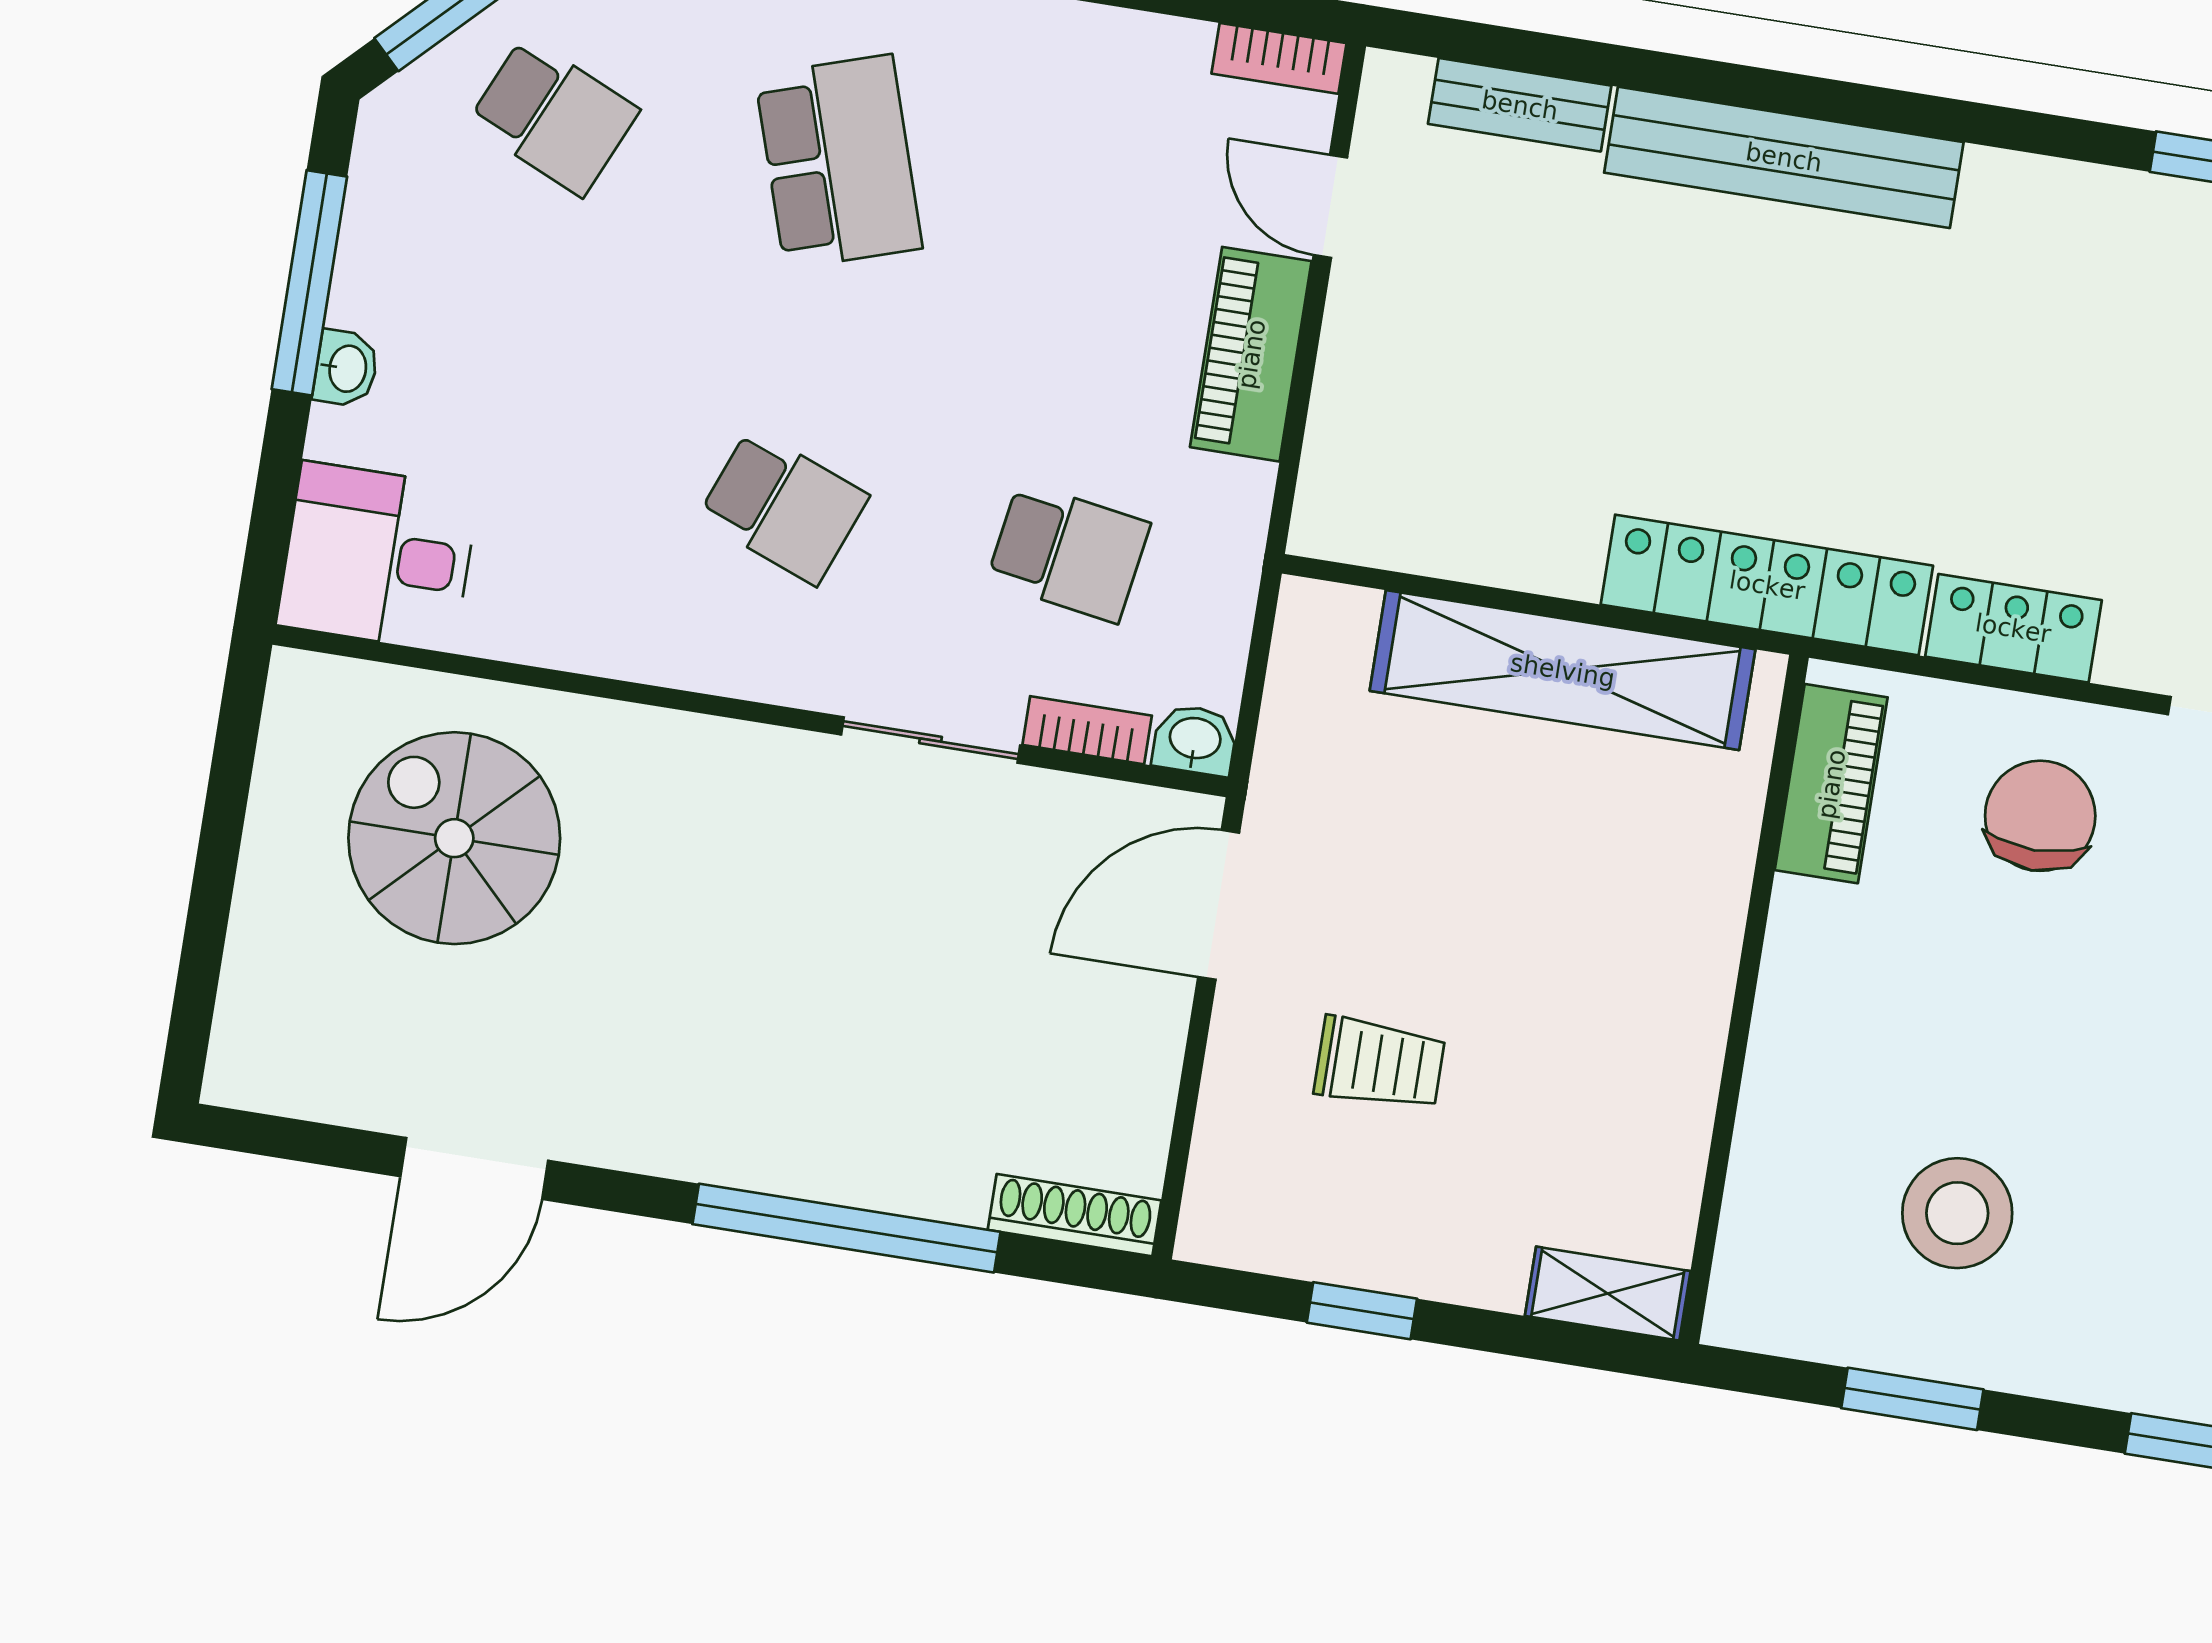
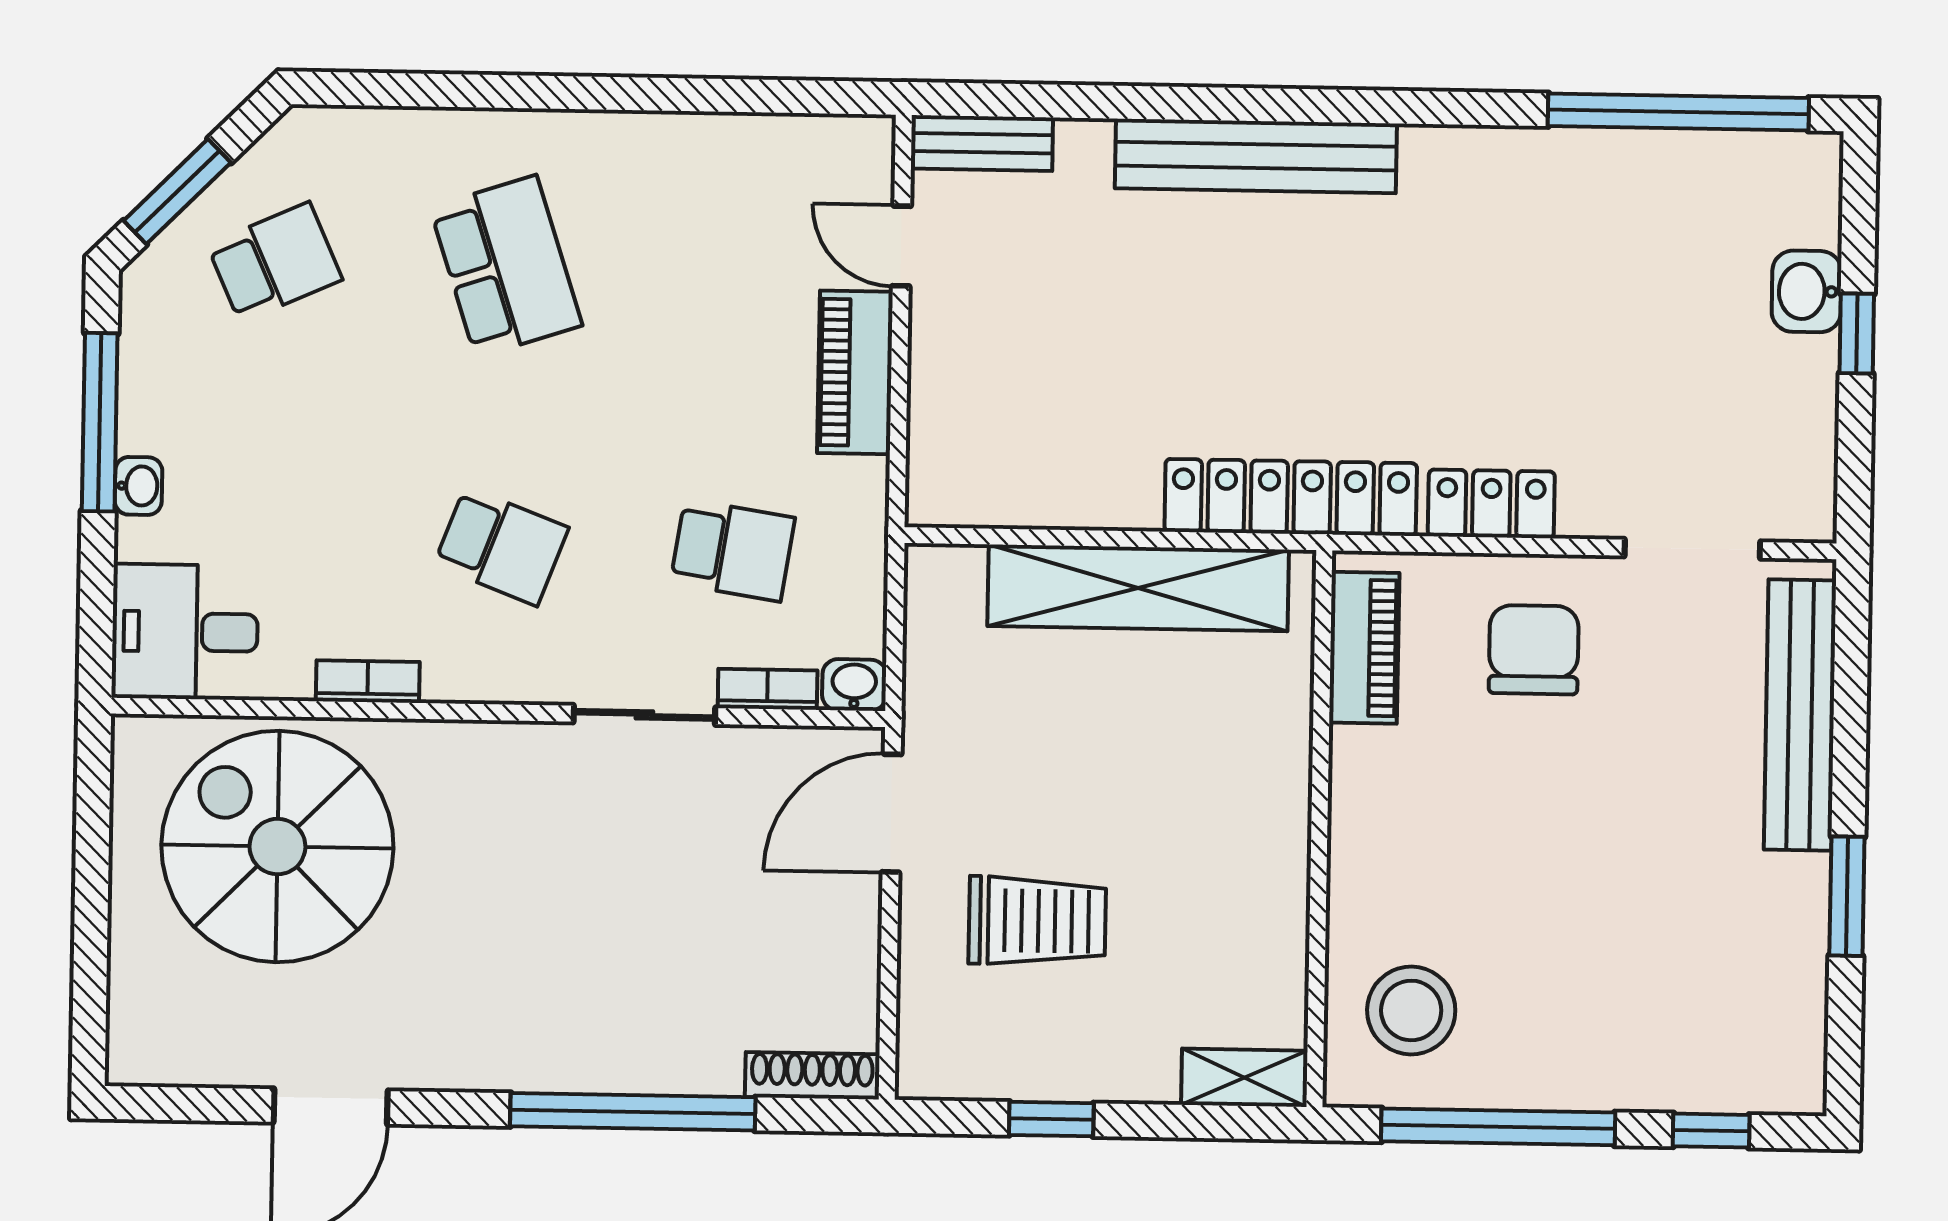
bookcase: (1279, 58) -> (368, 682), moved, turned 180
bench: (1520, 105) -> (982, 143), moved
school desk: (554, 116) -> (275, 262), turned -48
spiral stairs: (454, 838) -> (277, 847), width x1.37, depth x1.37
trolley: (1380, 1063) -> (1037, 921), width x1.36, depth x1.39
stool: (1957, 1213) -> (1411, 1010), moved
window: (1912, 1399) -> (1498, 1127), width x2.11

